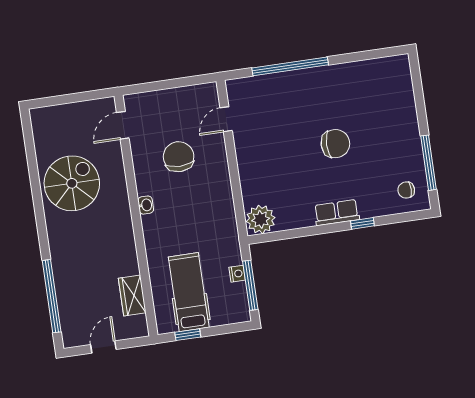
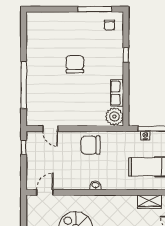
window: (190, 81) -> (24, 147), added
door: (123, 125) -> (45, 192), swing flipped
chair: (179, 157) -> (91, 145), moved
row of seats: (337, 213) -> (117, 93), moved

